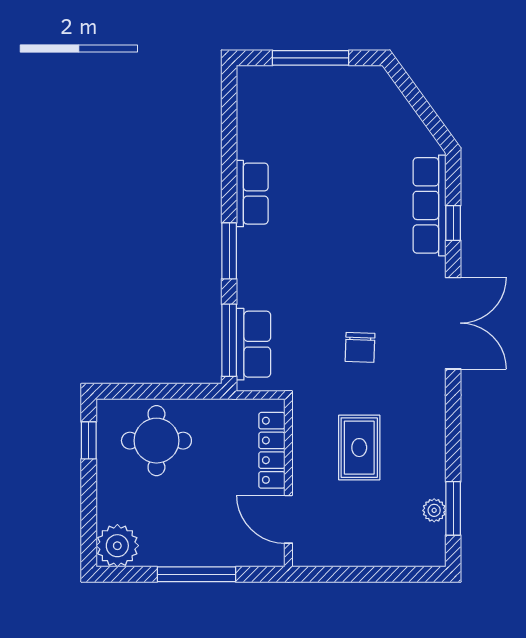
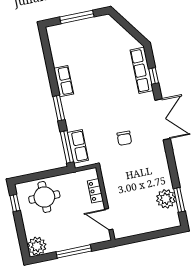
rug: (359, 448) -> (133, 182), removed
locker: (272, 450) -> (95, 191), width x0.66
plant: (434, 510) -> (166, 199), width x1.88, depth x1.88

